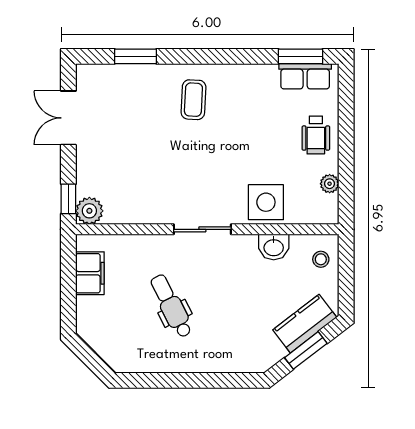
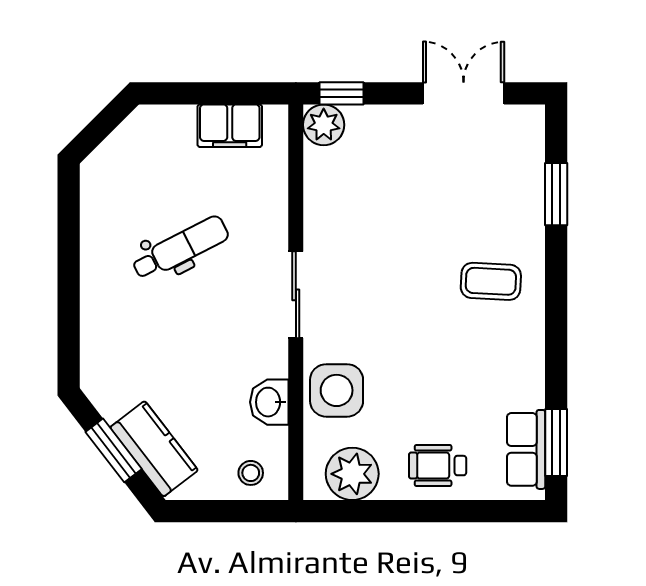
plant: (330, 184) -> (352, 474), width x1.88, depth x1.88

